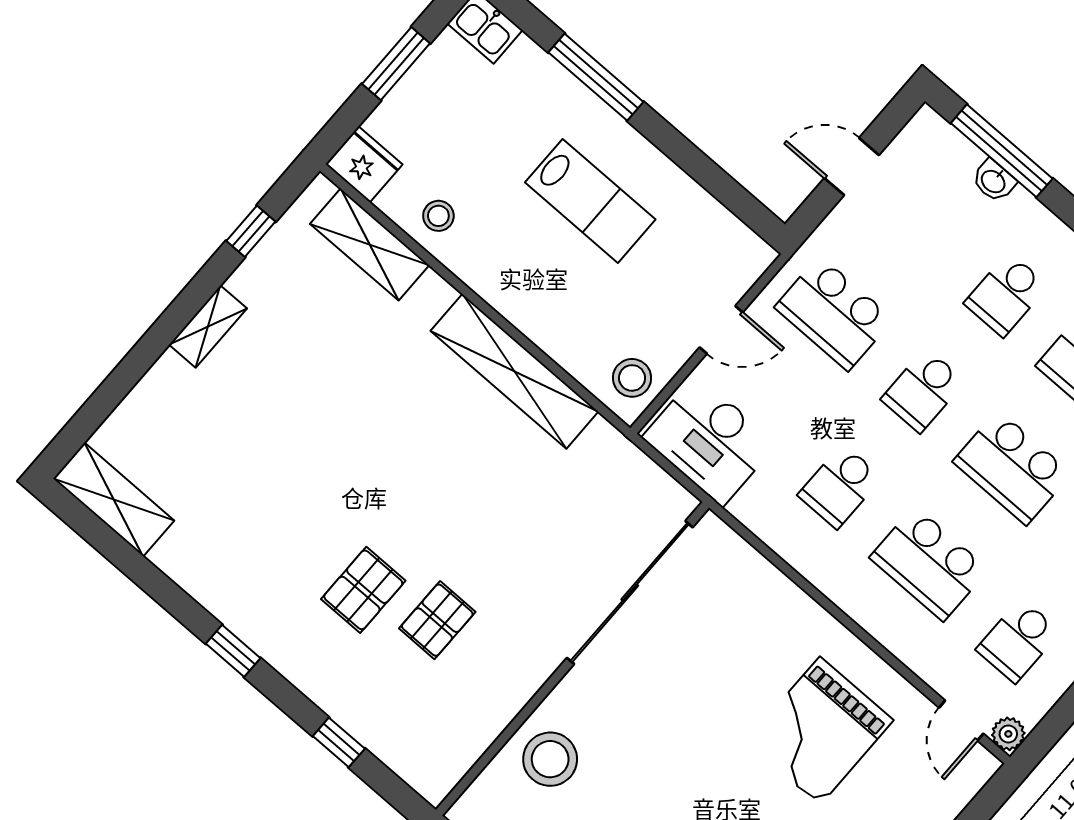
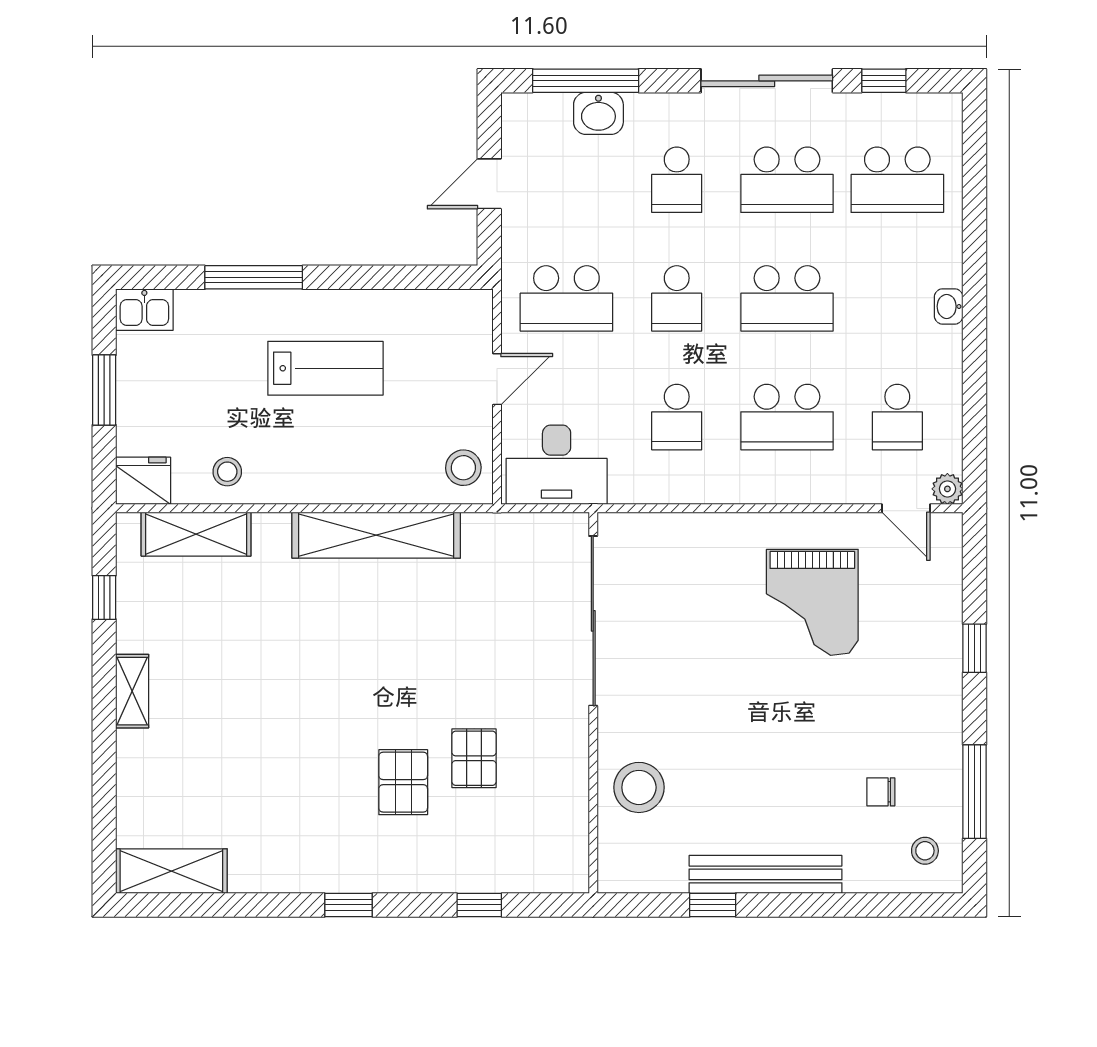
washbasin: (994, 181) -> (598, 113), width x1.38, depth x1.45

